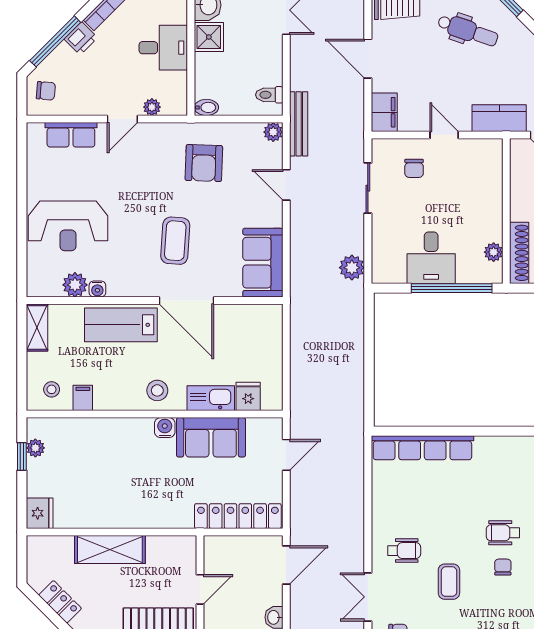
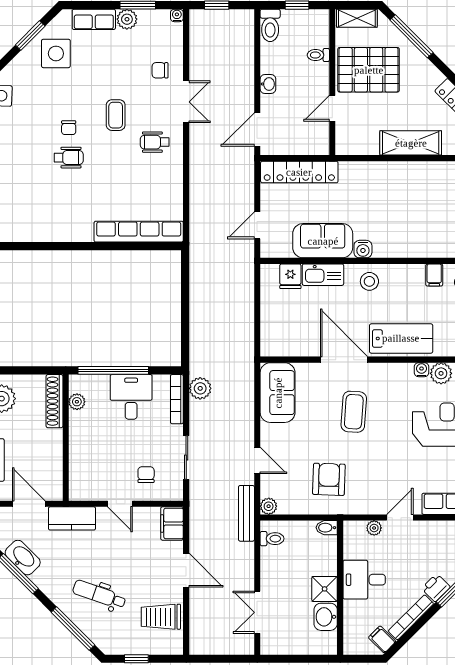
bookcase: (379, 255) -> (177, 399), added

